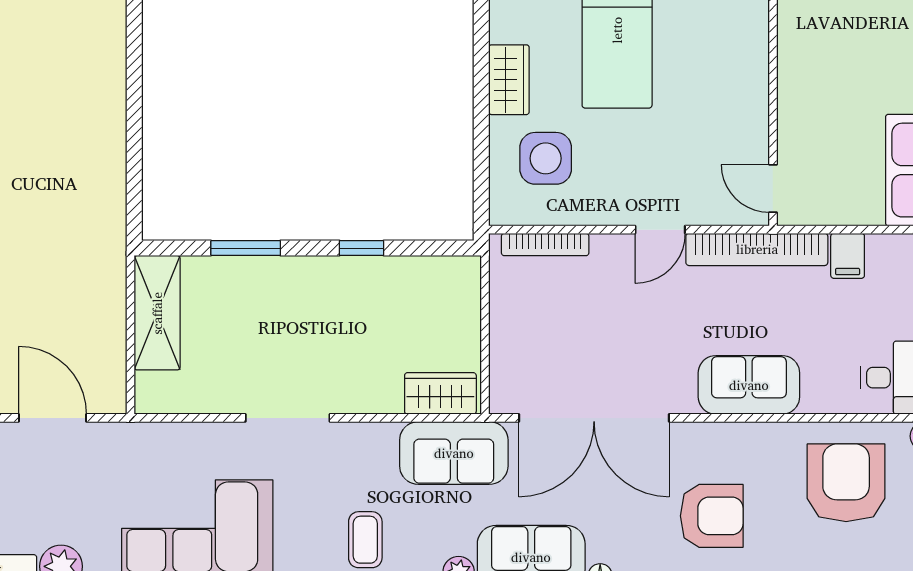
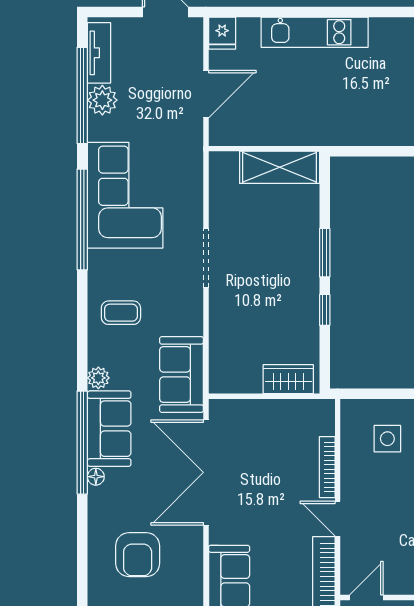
side table: (546, 158) -> (387, 439), width x0.73, depth x0.73
bookcase: (545, 244) -> (327, 467), moved
window: (246, 248) -> (325, 253), moved
wardrobe: (440, 393) -> (288, 379), moved, turned -90

